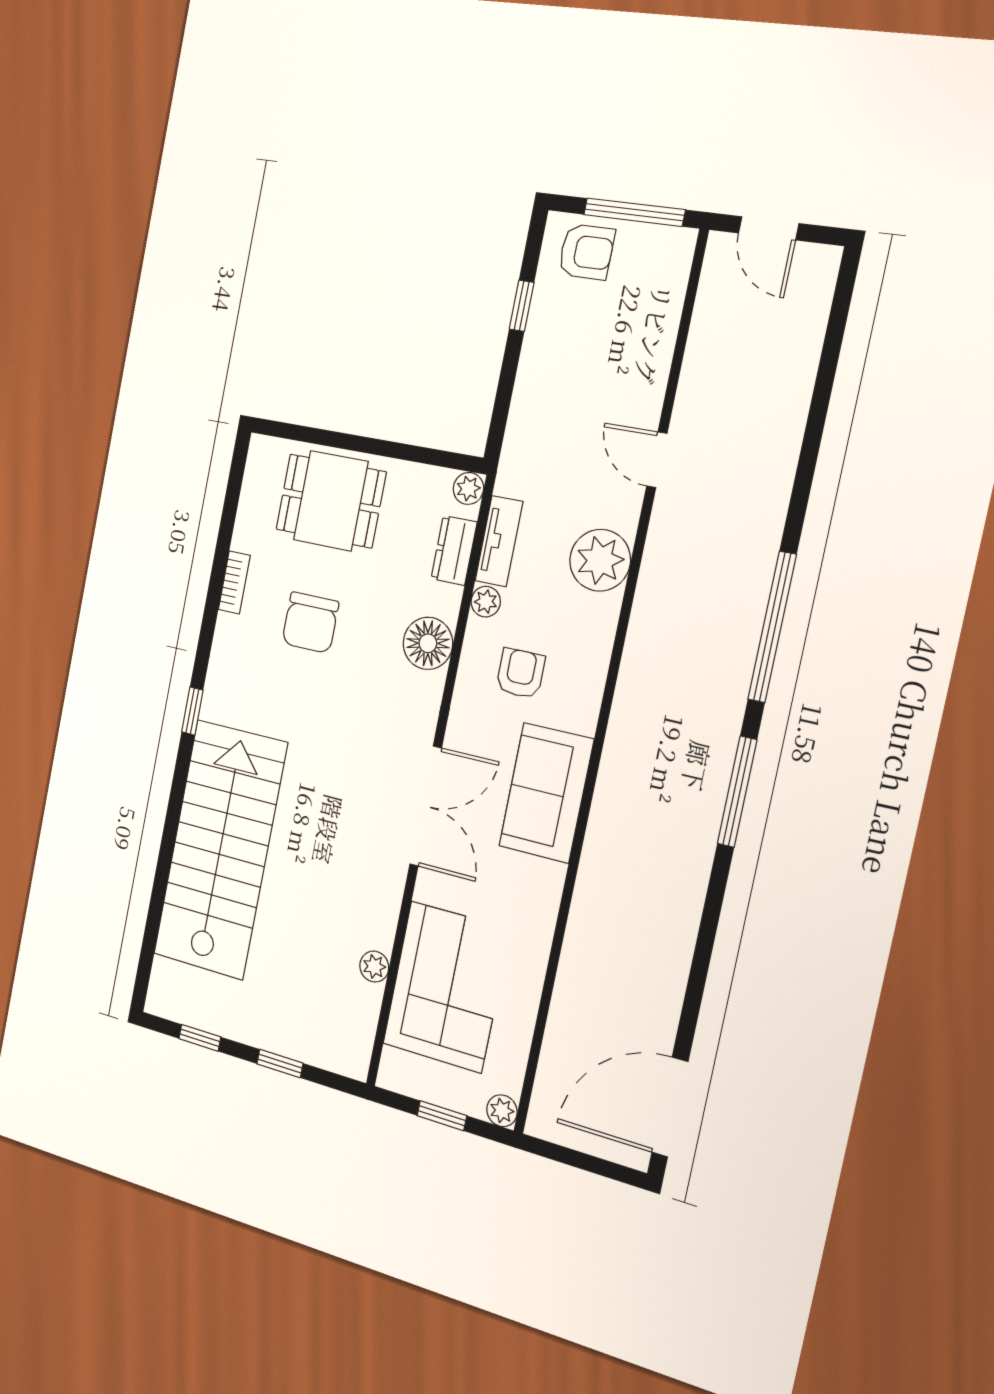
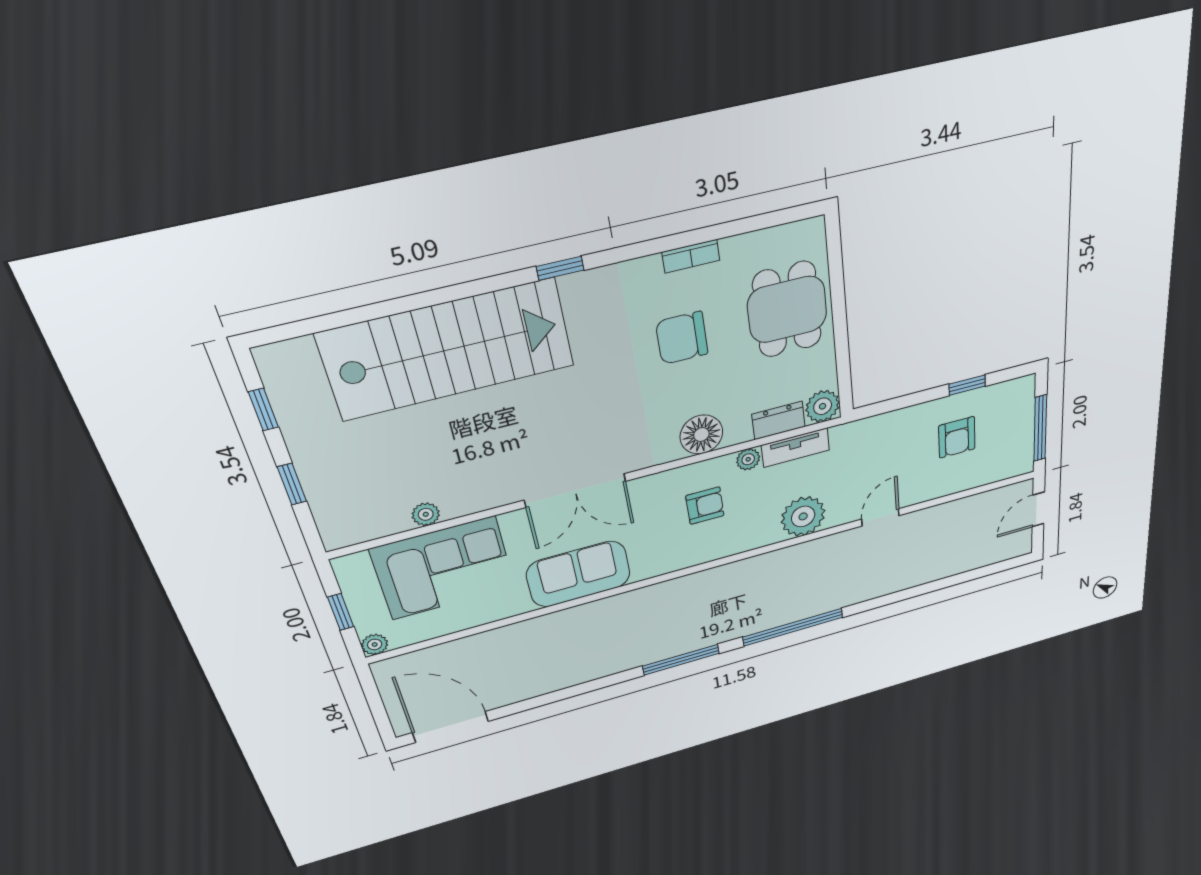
armchair: (586, 252) -> (957, 437), moved
plant: (468, 488) -> (823, 406), width x1.38, depth x1.38
sofa: (546, 793) -> (579, 574), moved

